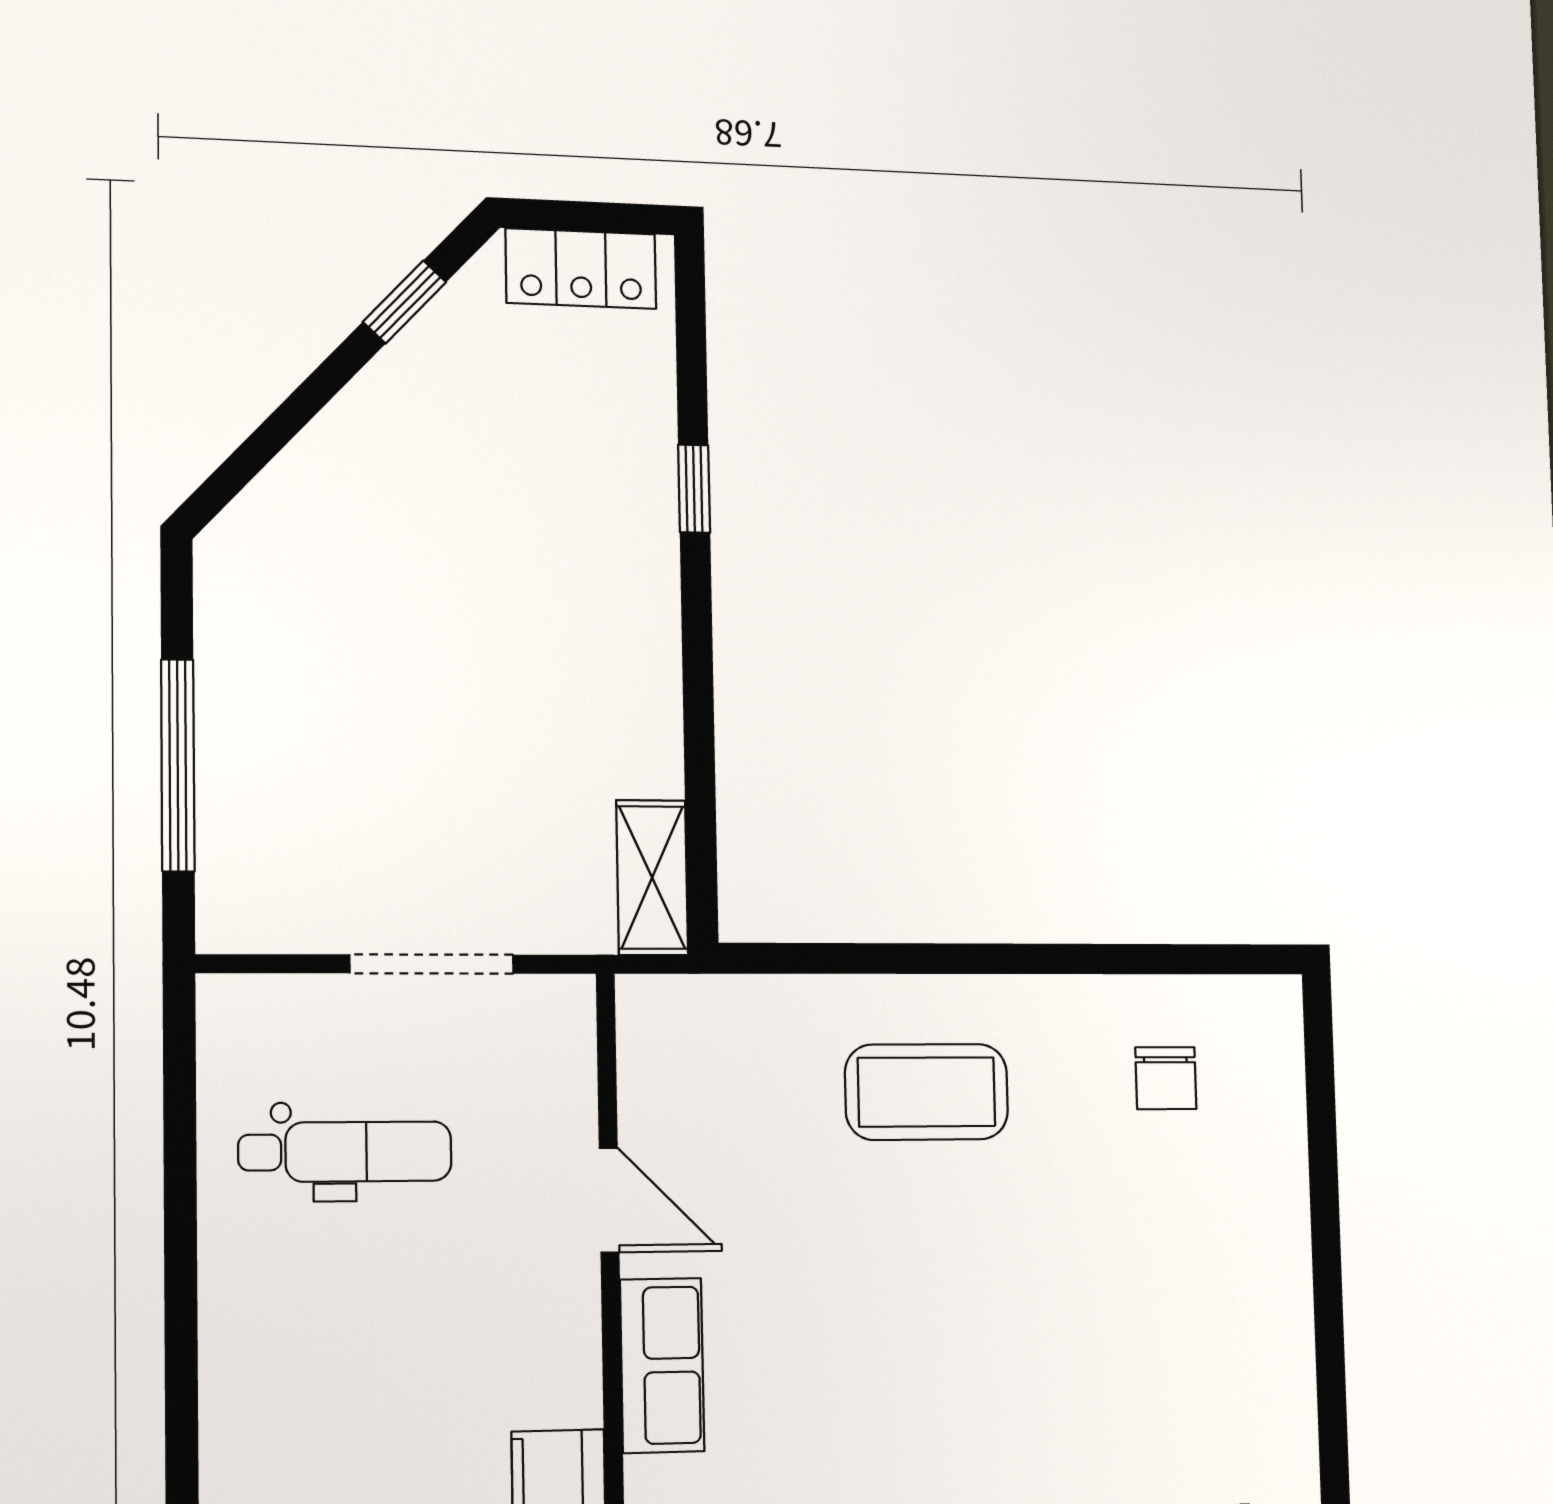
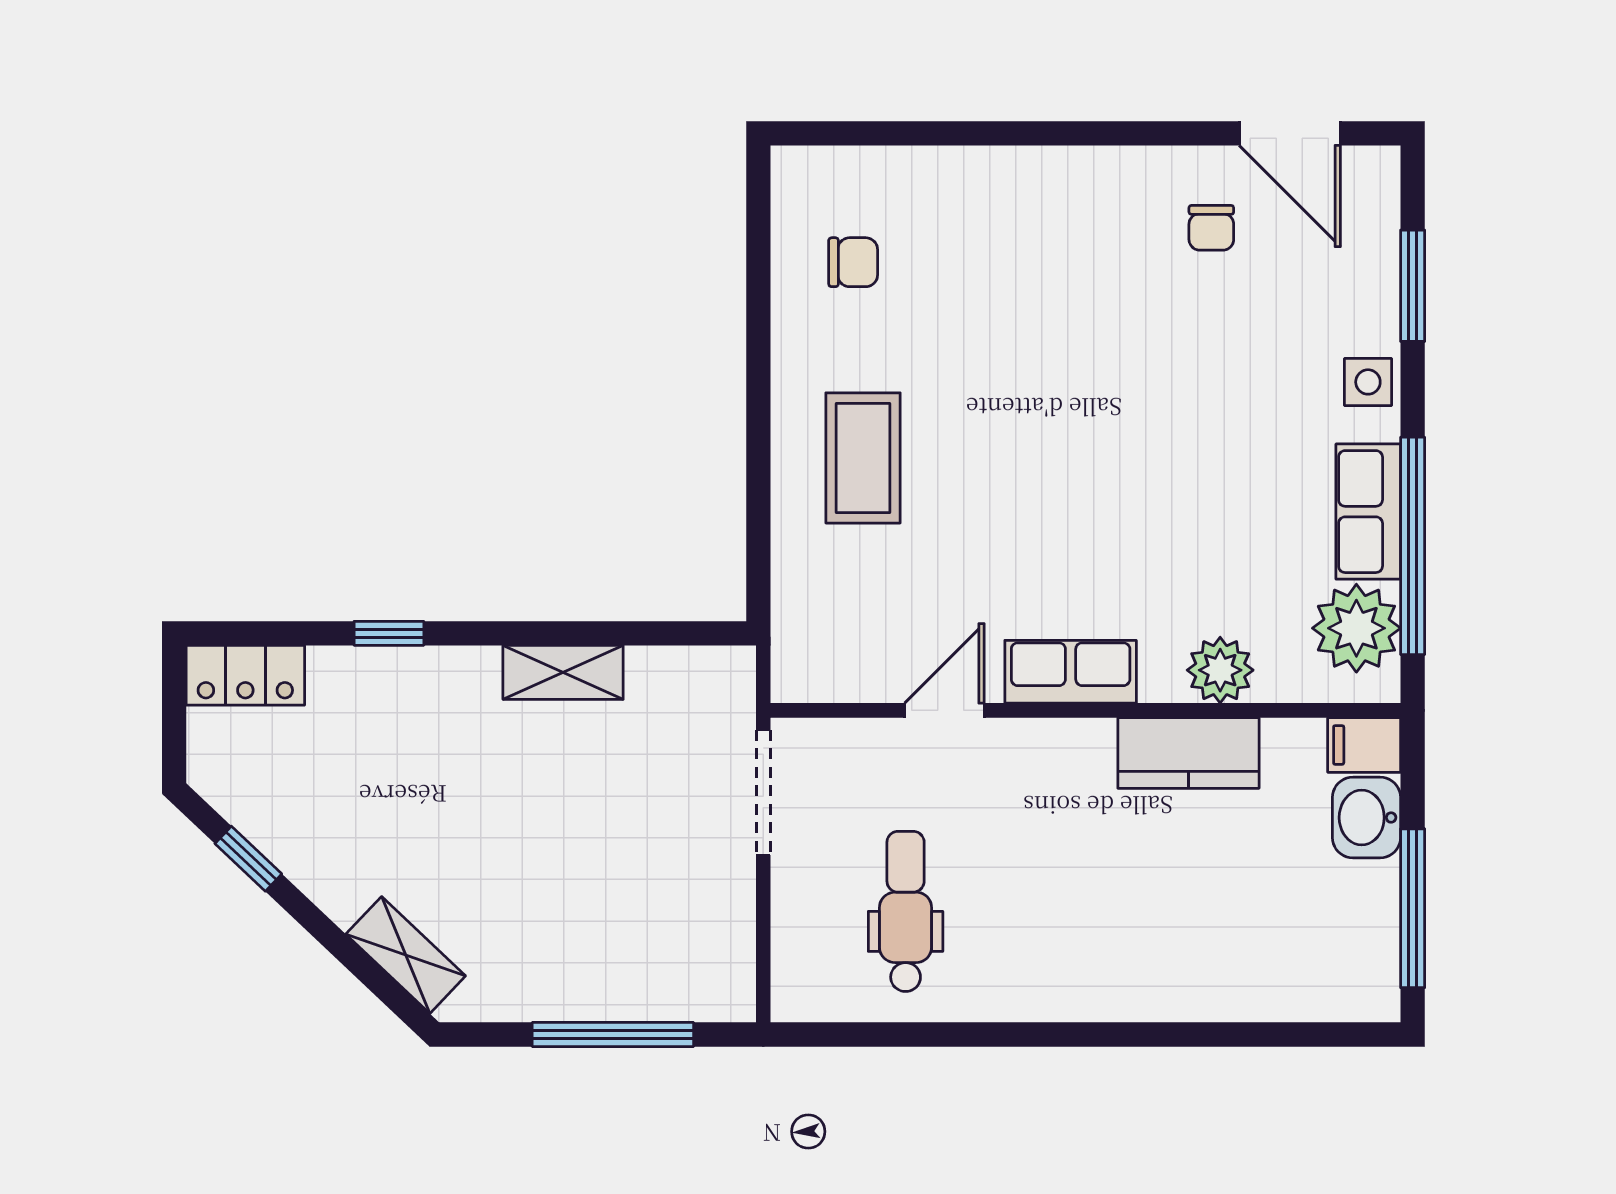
locker: (581, 269) -> (245, 675), moved, turned 90
shelving: (281, 498) -> (406, 955), added
shelving: (652, 878) -> (563, 672), moved
doorway: (432, 964) -> (763, 793), moved

